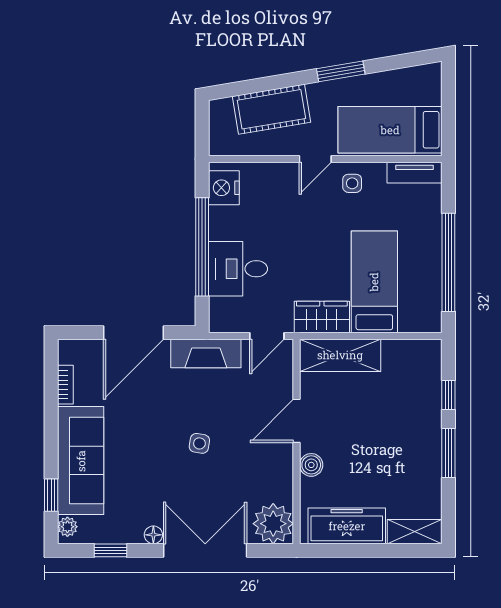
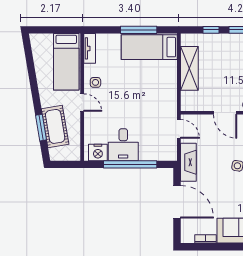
window: (341, 71) -> (41, 128), moved
window: (448, 262) -> (139, 30), width x0.68
desk: (238, 269) -> (123, 145), moved
bed: (374, 282) -> (149, 47), moved
wardrobe: (322, 317) -> (168, 99), removed
shelving: (340, 355) -> (189, 68), moved

